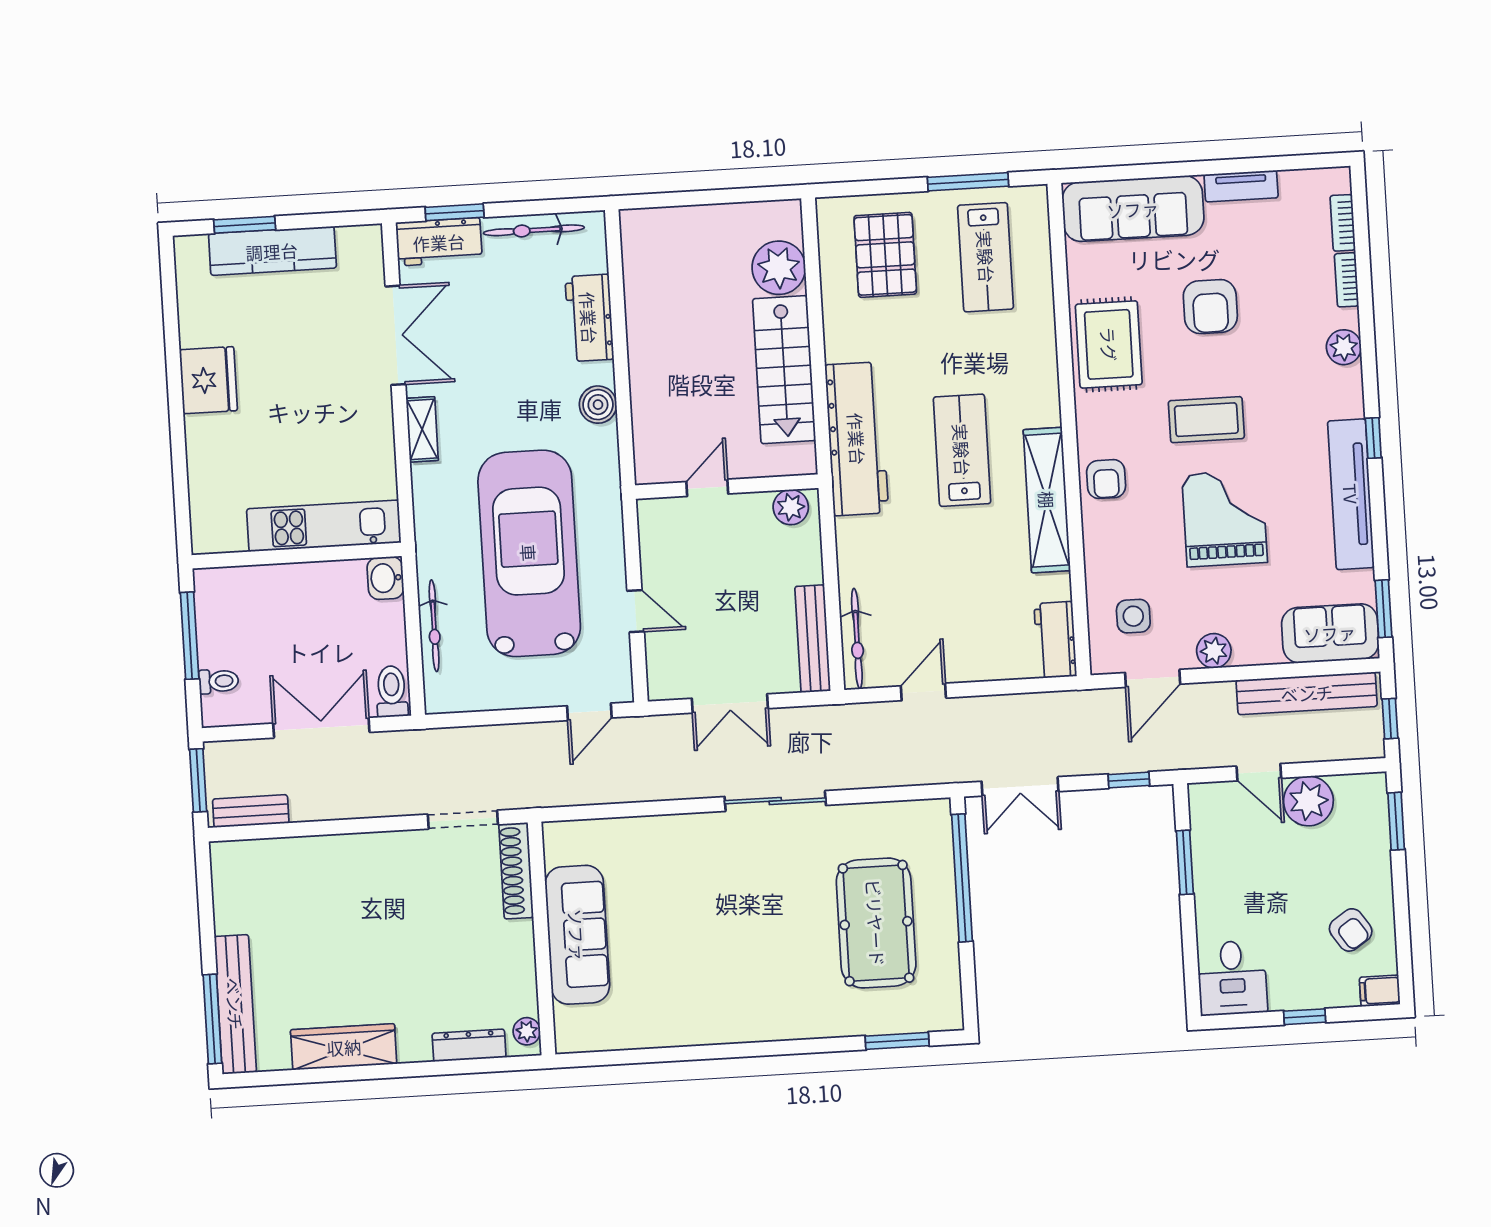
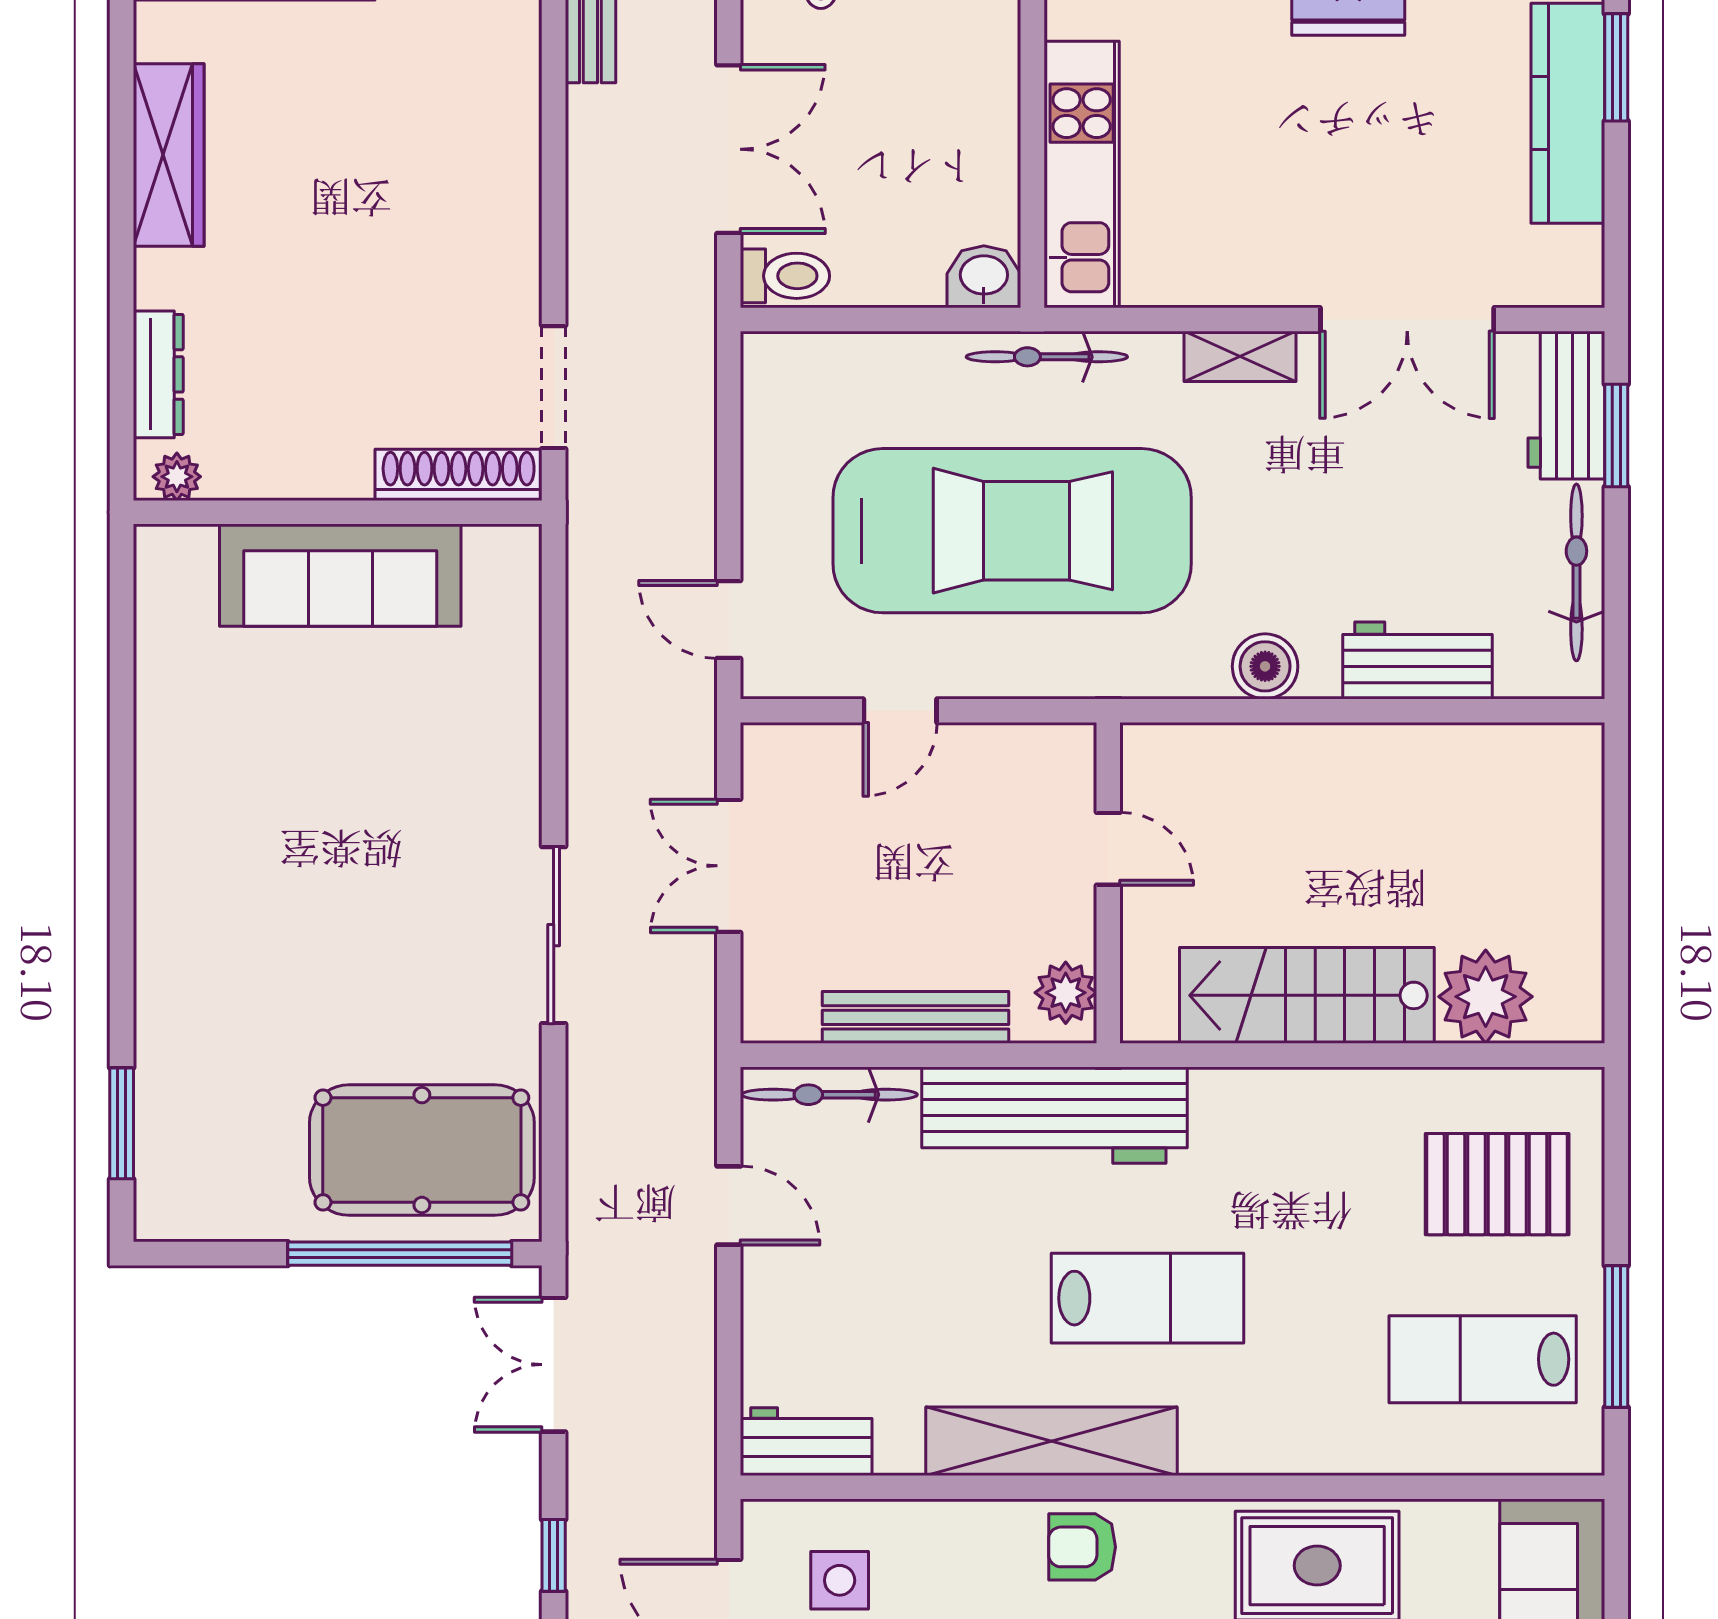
workbench: (857, 439) -> (1055, 1115), moved
bicycle: (434, 626) -> (1047, 357), moved
bench: (813, 639) -> (916, 1017), moved
pool table: (876, 923) -> (422, 1150), moved

